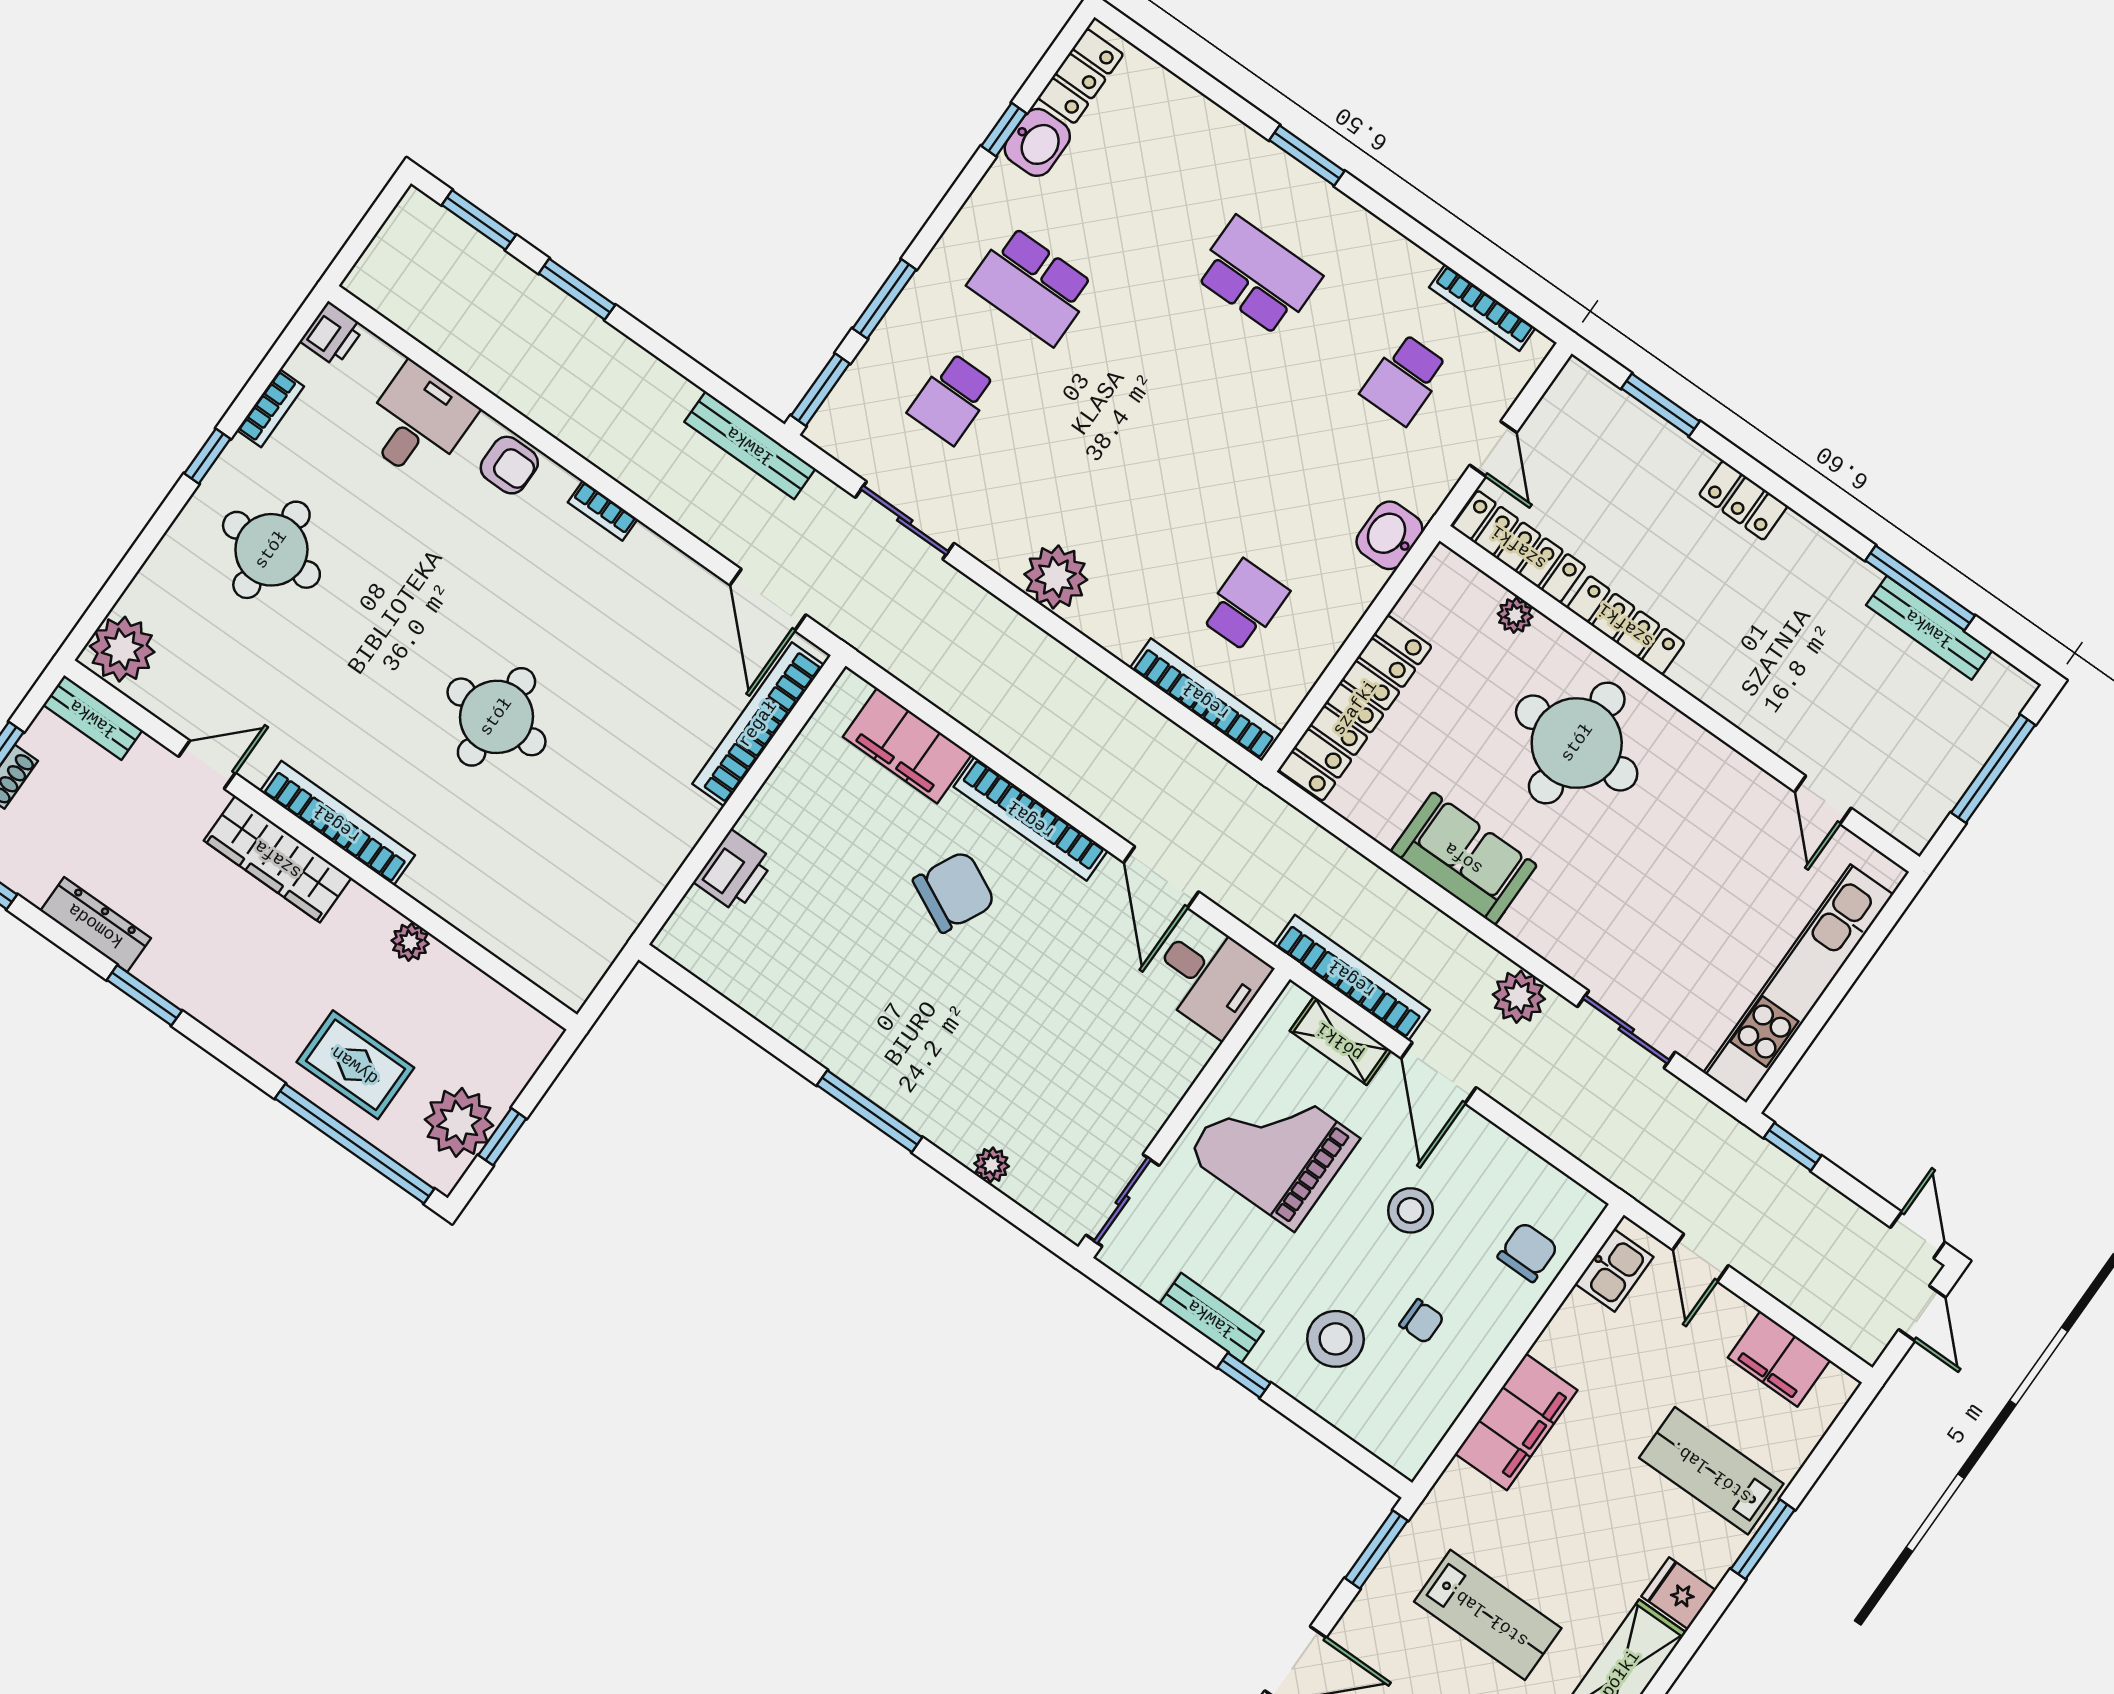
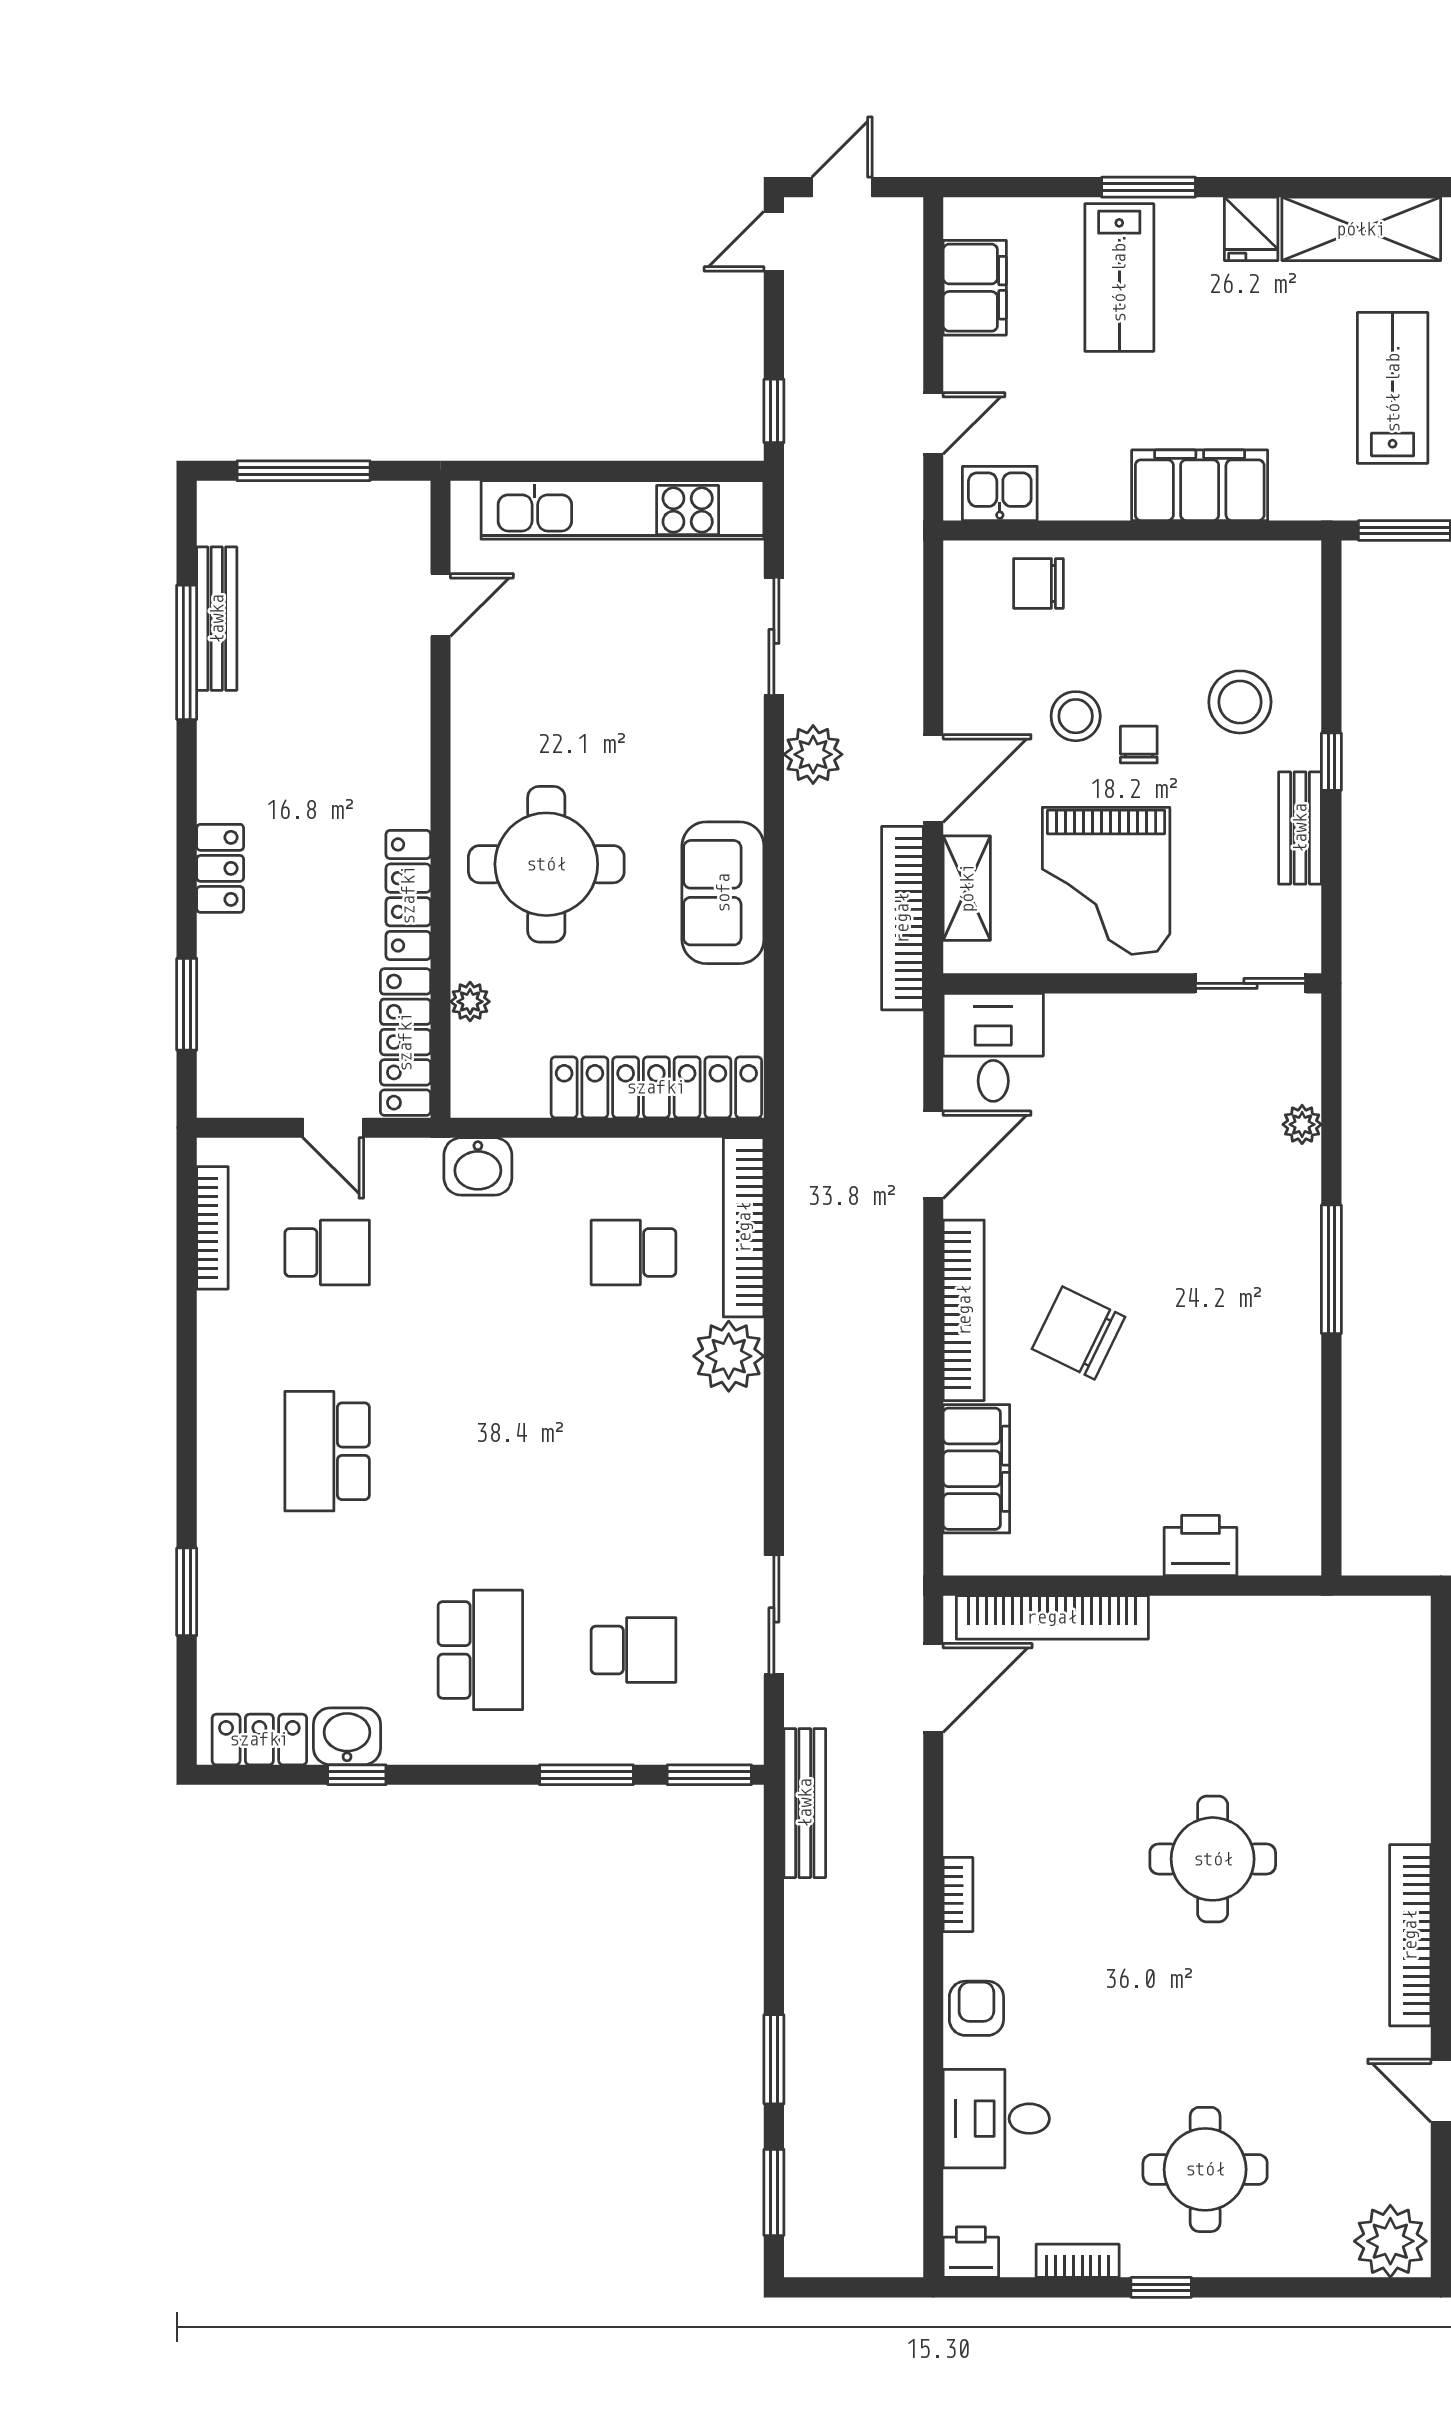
window: (1307, 156) -> (187, 1592), moved
door: (1493, 449) -> (333, 1128), swing flipped
plant: (1056, 577) -> (729, 1356), moved
chair: (1422, 1321) -> (1139, 745), moved

